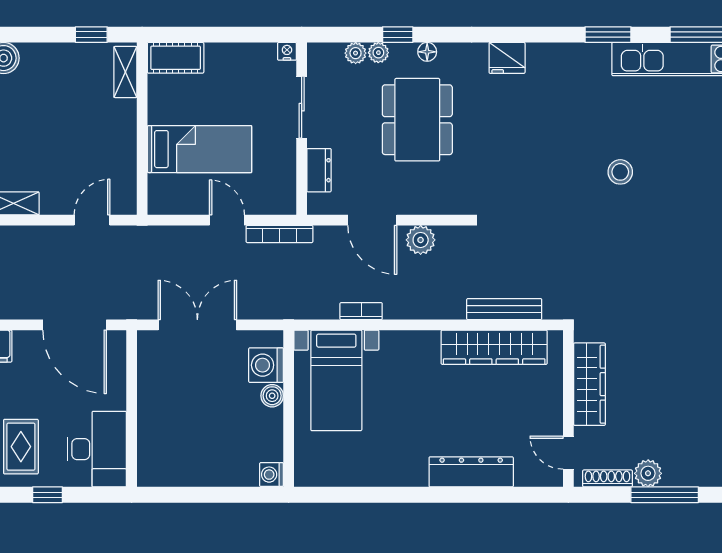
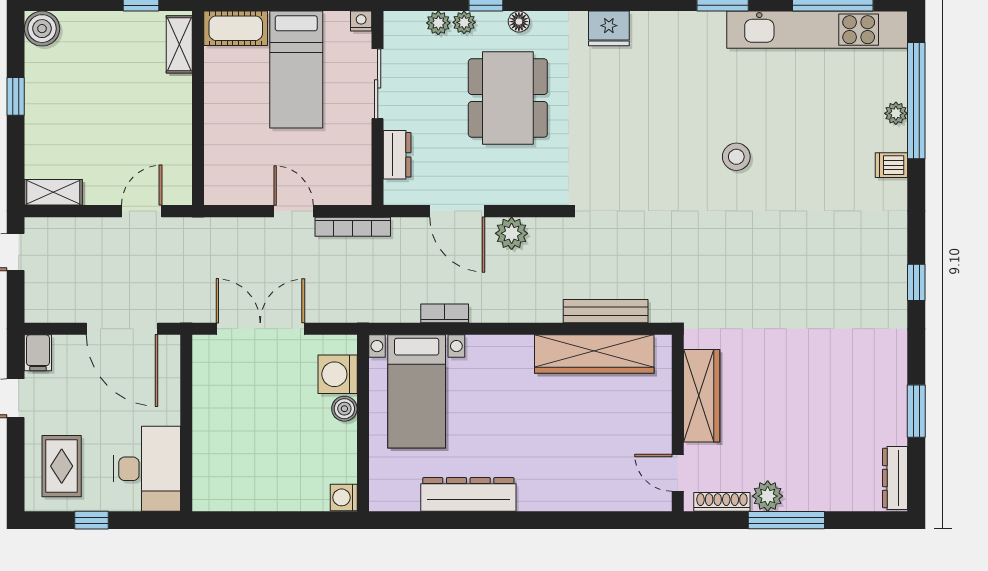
bed: (199, 149) -> (296, 70), moved, turned 90
dresser: (471, 472) -> (468, 494), moved

